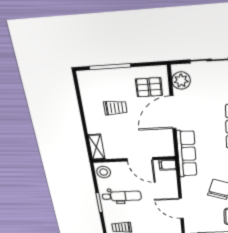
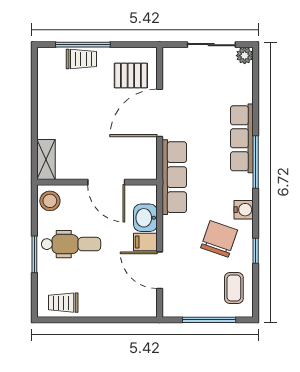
plant: (181, 81) -> (174, 69), removed
trolley: (115, 108) -> (81, 59), moved
filing cabinet: (168, 165) -> (145, 242), moved
washbasin: (169, 179) -> (145, 218), added

